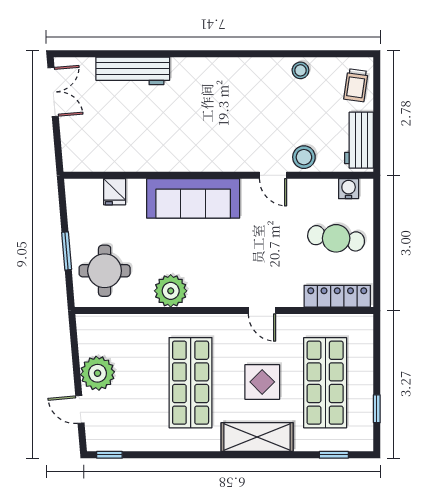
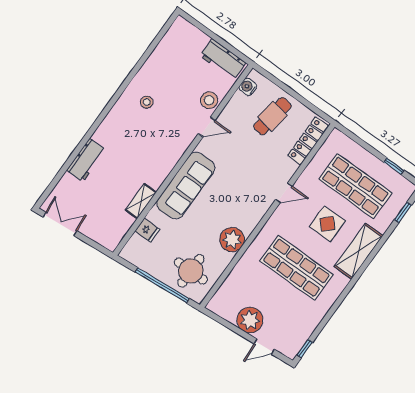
stool: (300, 70) -> (147, 102), moved
workbench: (133, 71) -> (86, 160), width x0.73
trolley: (356, 85) -> (188, 37), removed
shelving: (141, 162) -> (141, 201), added
window: (67, 251) -> (162, 285), width x2.11

